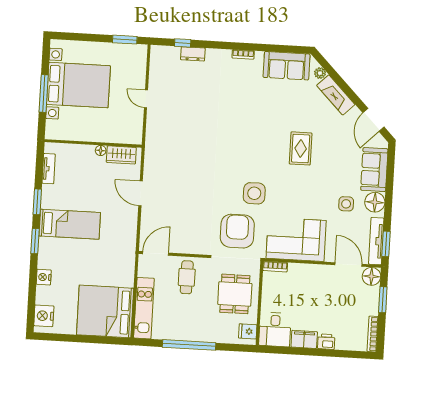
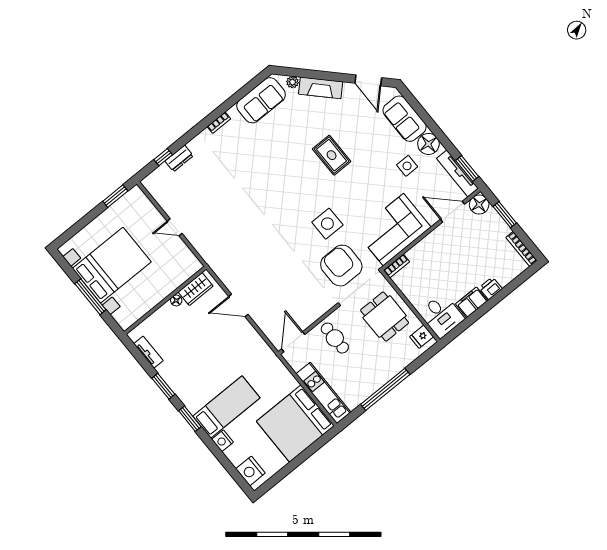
bed: (70, 224) -> (226, 407), moved

